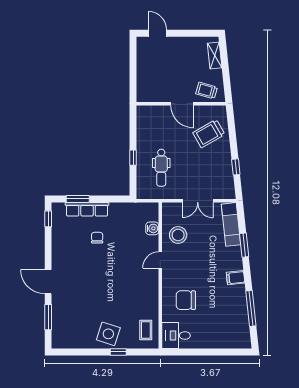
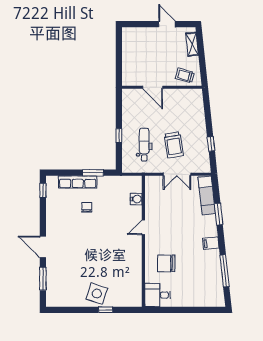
door: (157, 33) -> (167, 24), moved
door: (182, 104) -> (153, 87), moved
trolley: (209, 134) -> (174, 145), moved, turned -69
dental chair: (161, 168) -> (144, 145), turned 180
window: (78, 199) -> (93, 173), moved
stool: (178, 235) -> (159, 205), removed
coffee table: (146, 330) -> (130, 290), removed

